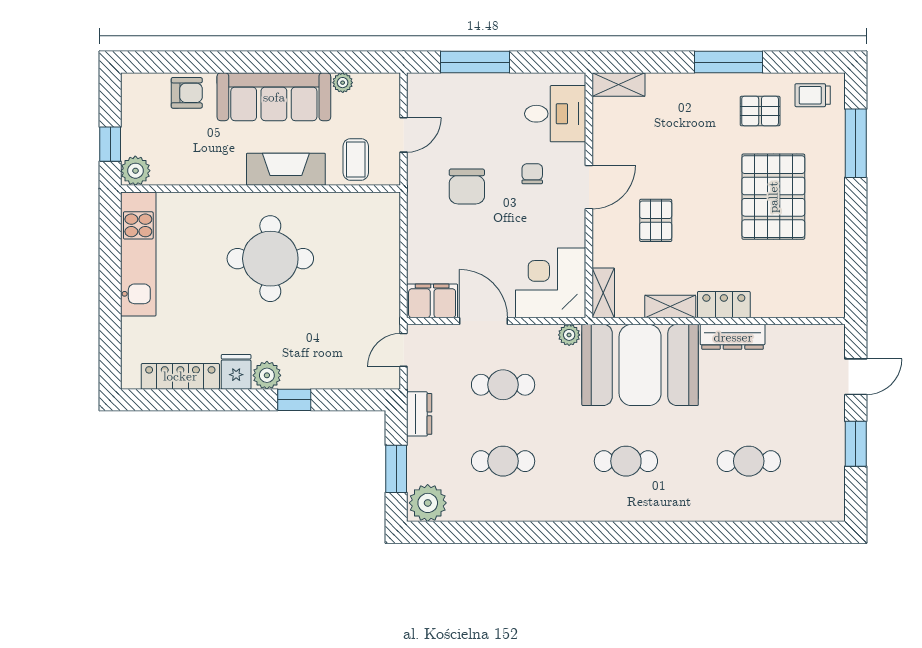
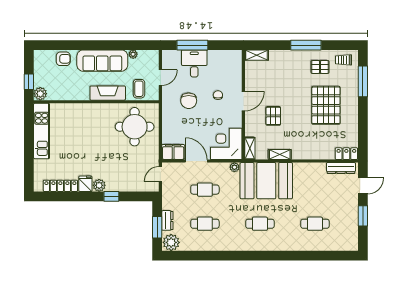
desk: (555, 114) -> (194, 63), moved, turned -90
round table: (270, 259) -> (135, 127), moved
locker: (724, 305) -> (346, 154), moved
dresser: (733, 337) -> (341, 168), moved
dresser: (419, 414) -> (167, 220), moved

